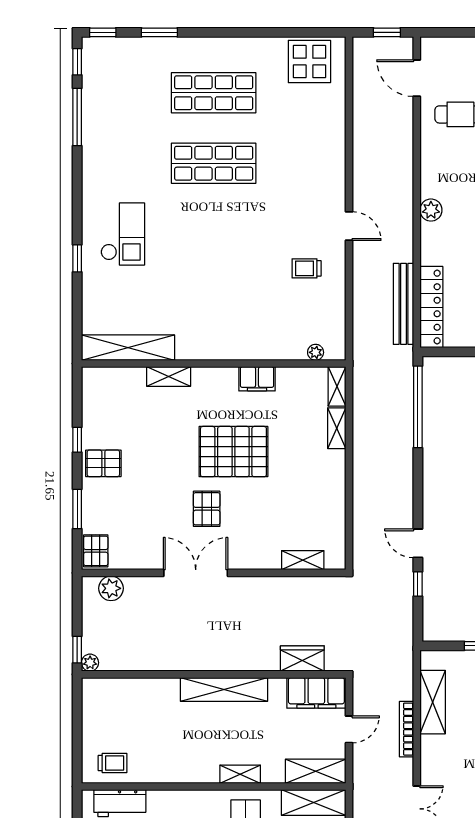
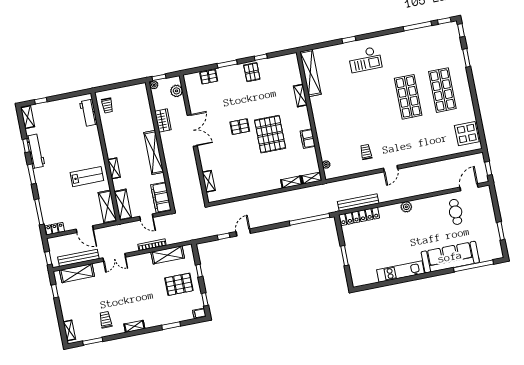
shelving: (303, 560) -> (209, 181), moved
double door: (196, 573) -> (192, 130), moved
wall: (214, 573) -> (194, 139), moved
plant: (111, 588) -> (177, 91), moved
wardrobe: (302, 659) -> (163, 120), moved

